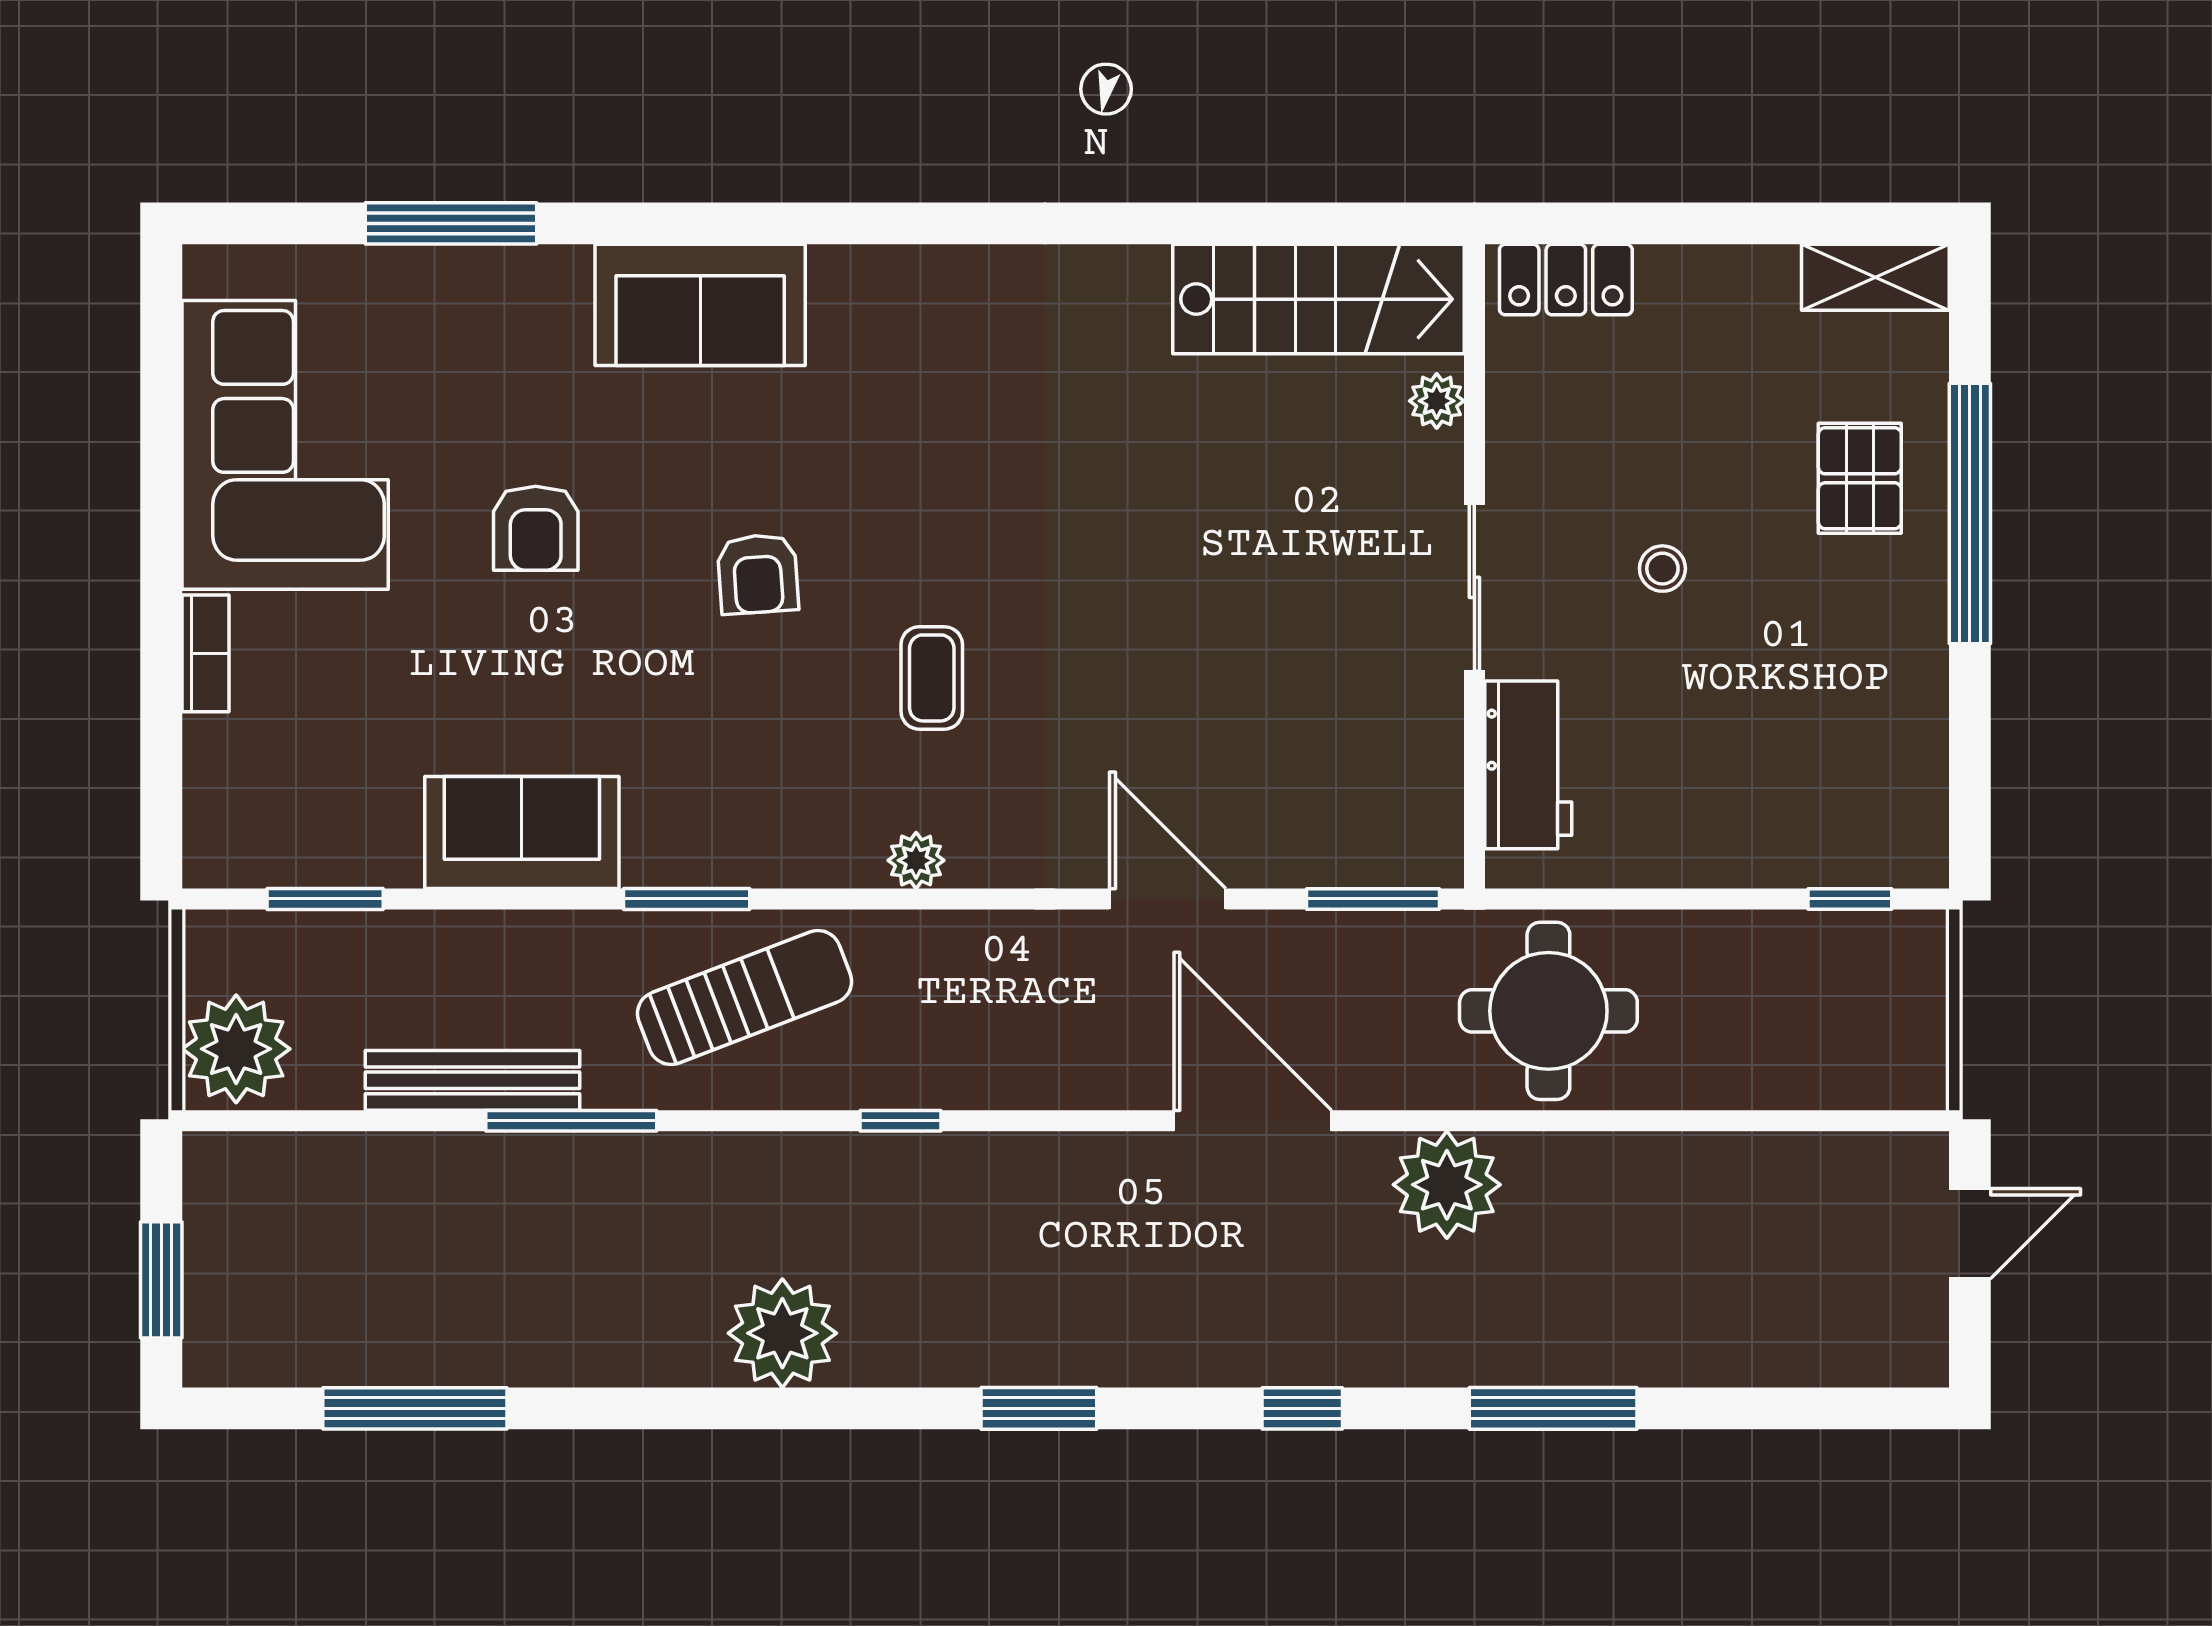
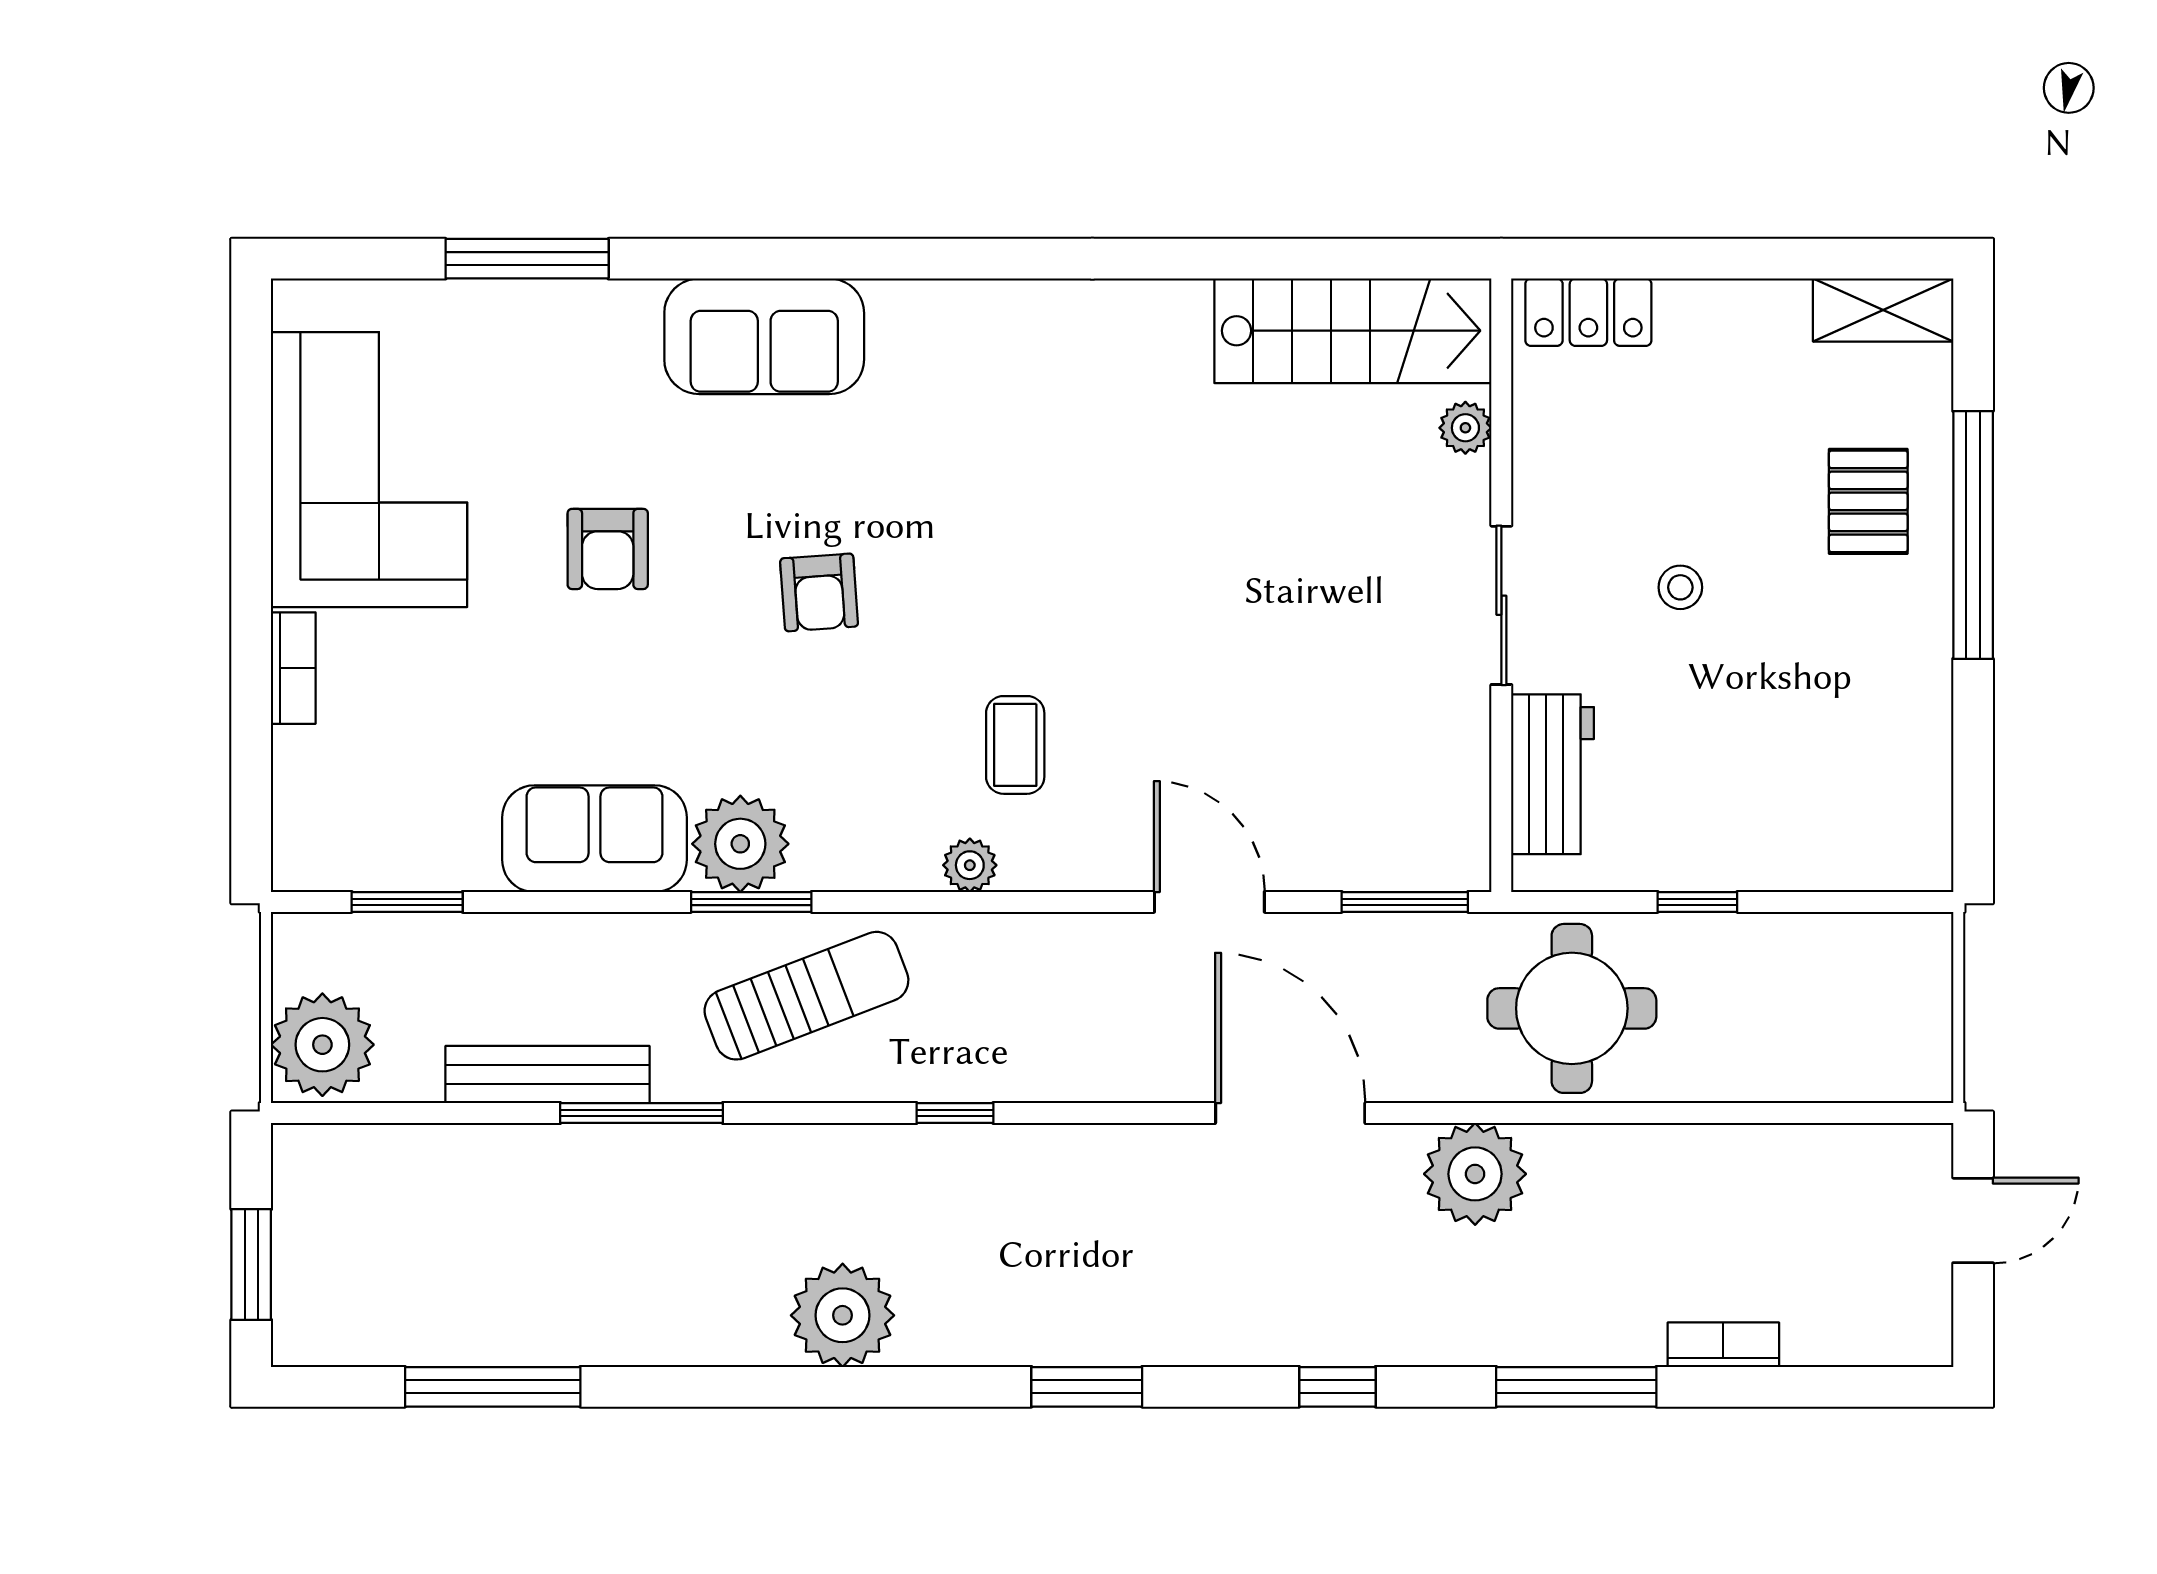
coffee table: (932, 678) -> (1015, 745), moved
plant: (675, 838) -> (740, 844), added
window: (1850, 899) -> (1697, 902), moved
bookcase: (1708, 1364) -> (1723, 1345), added

